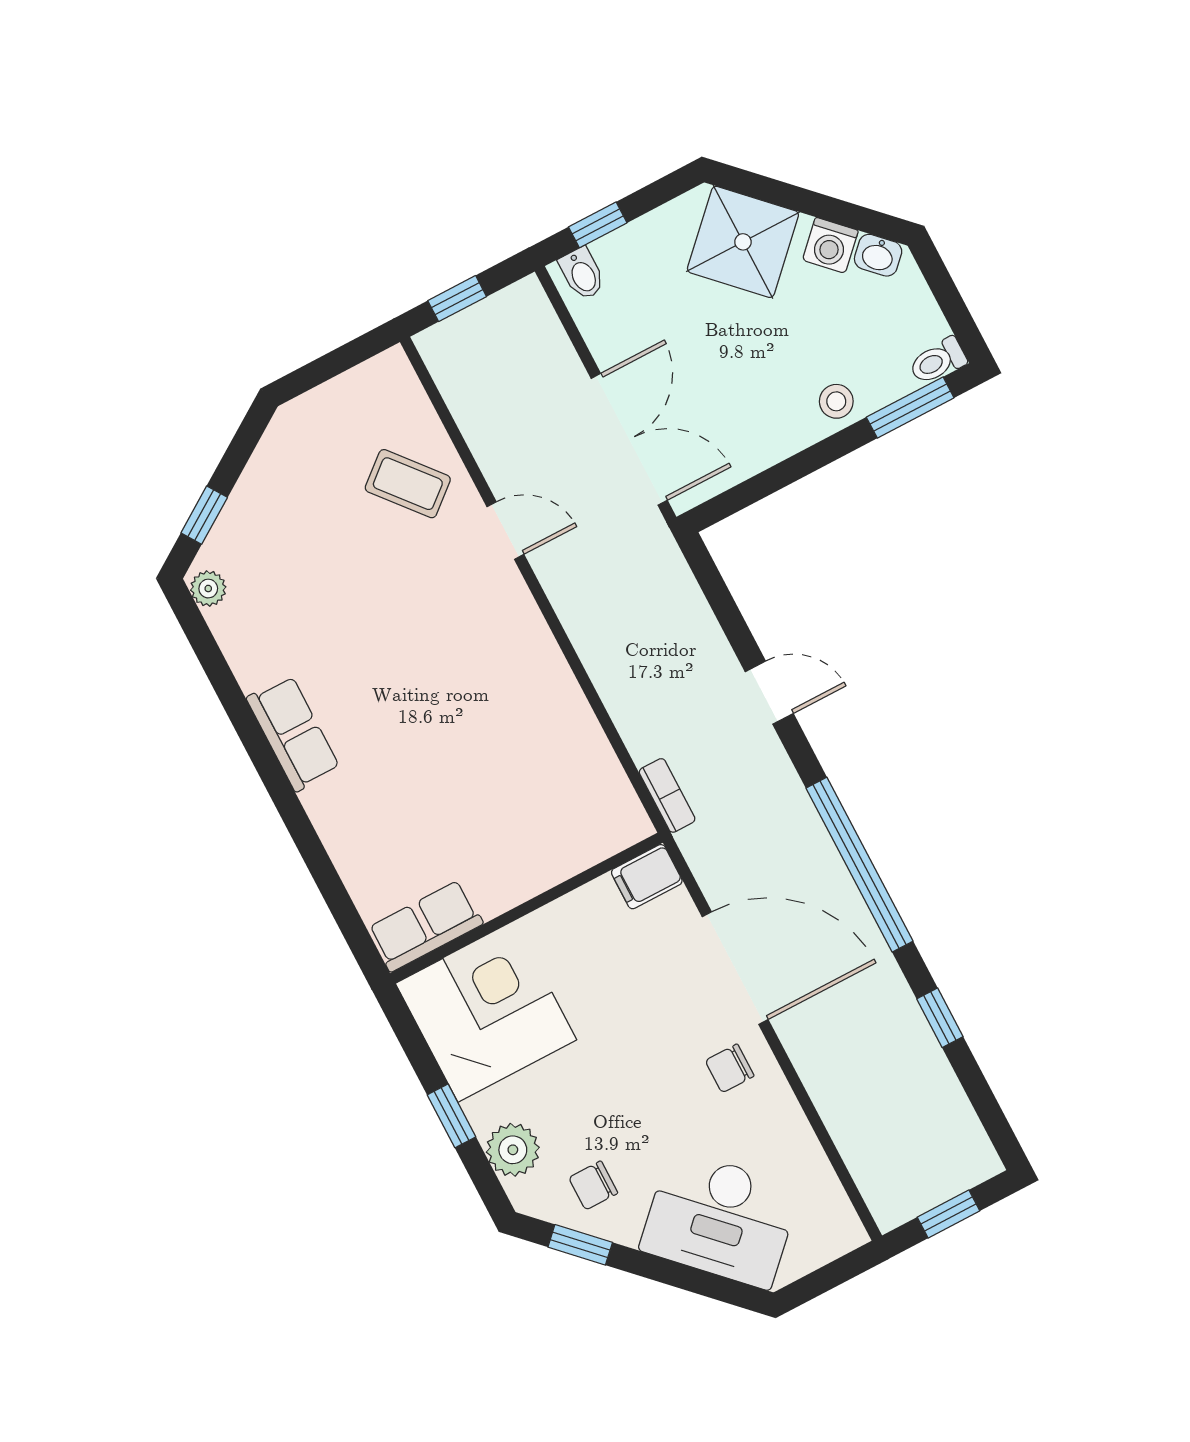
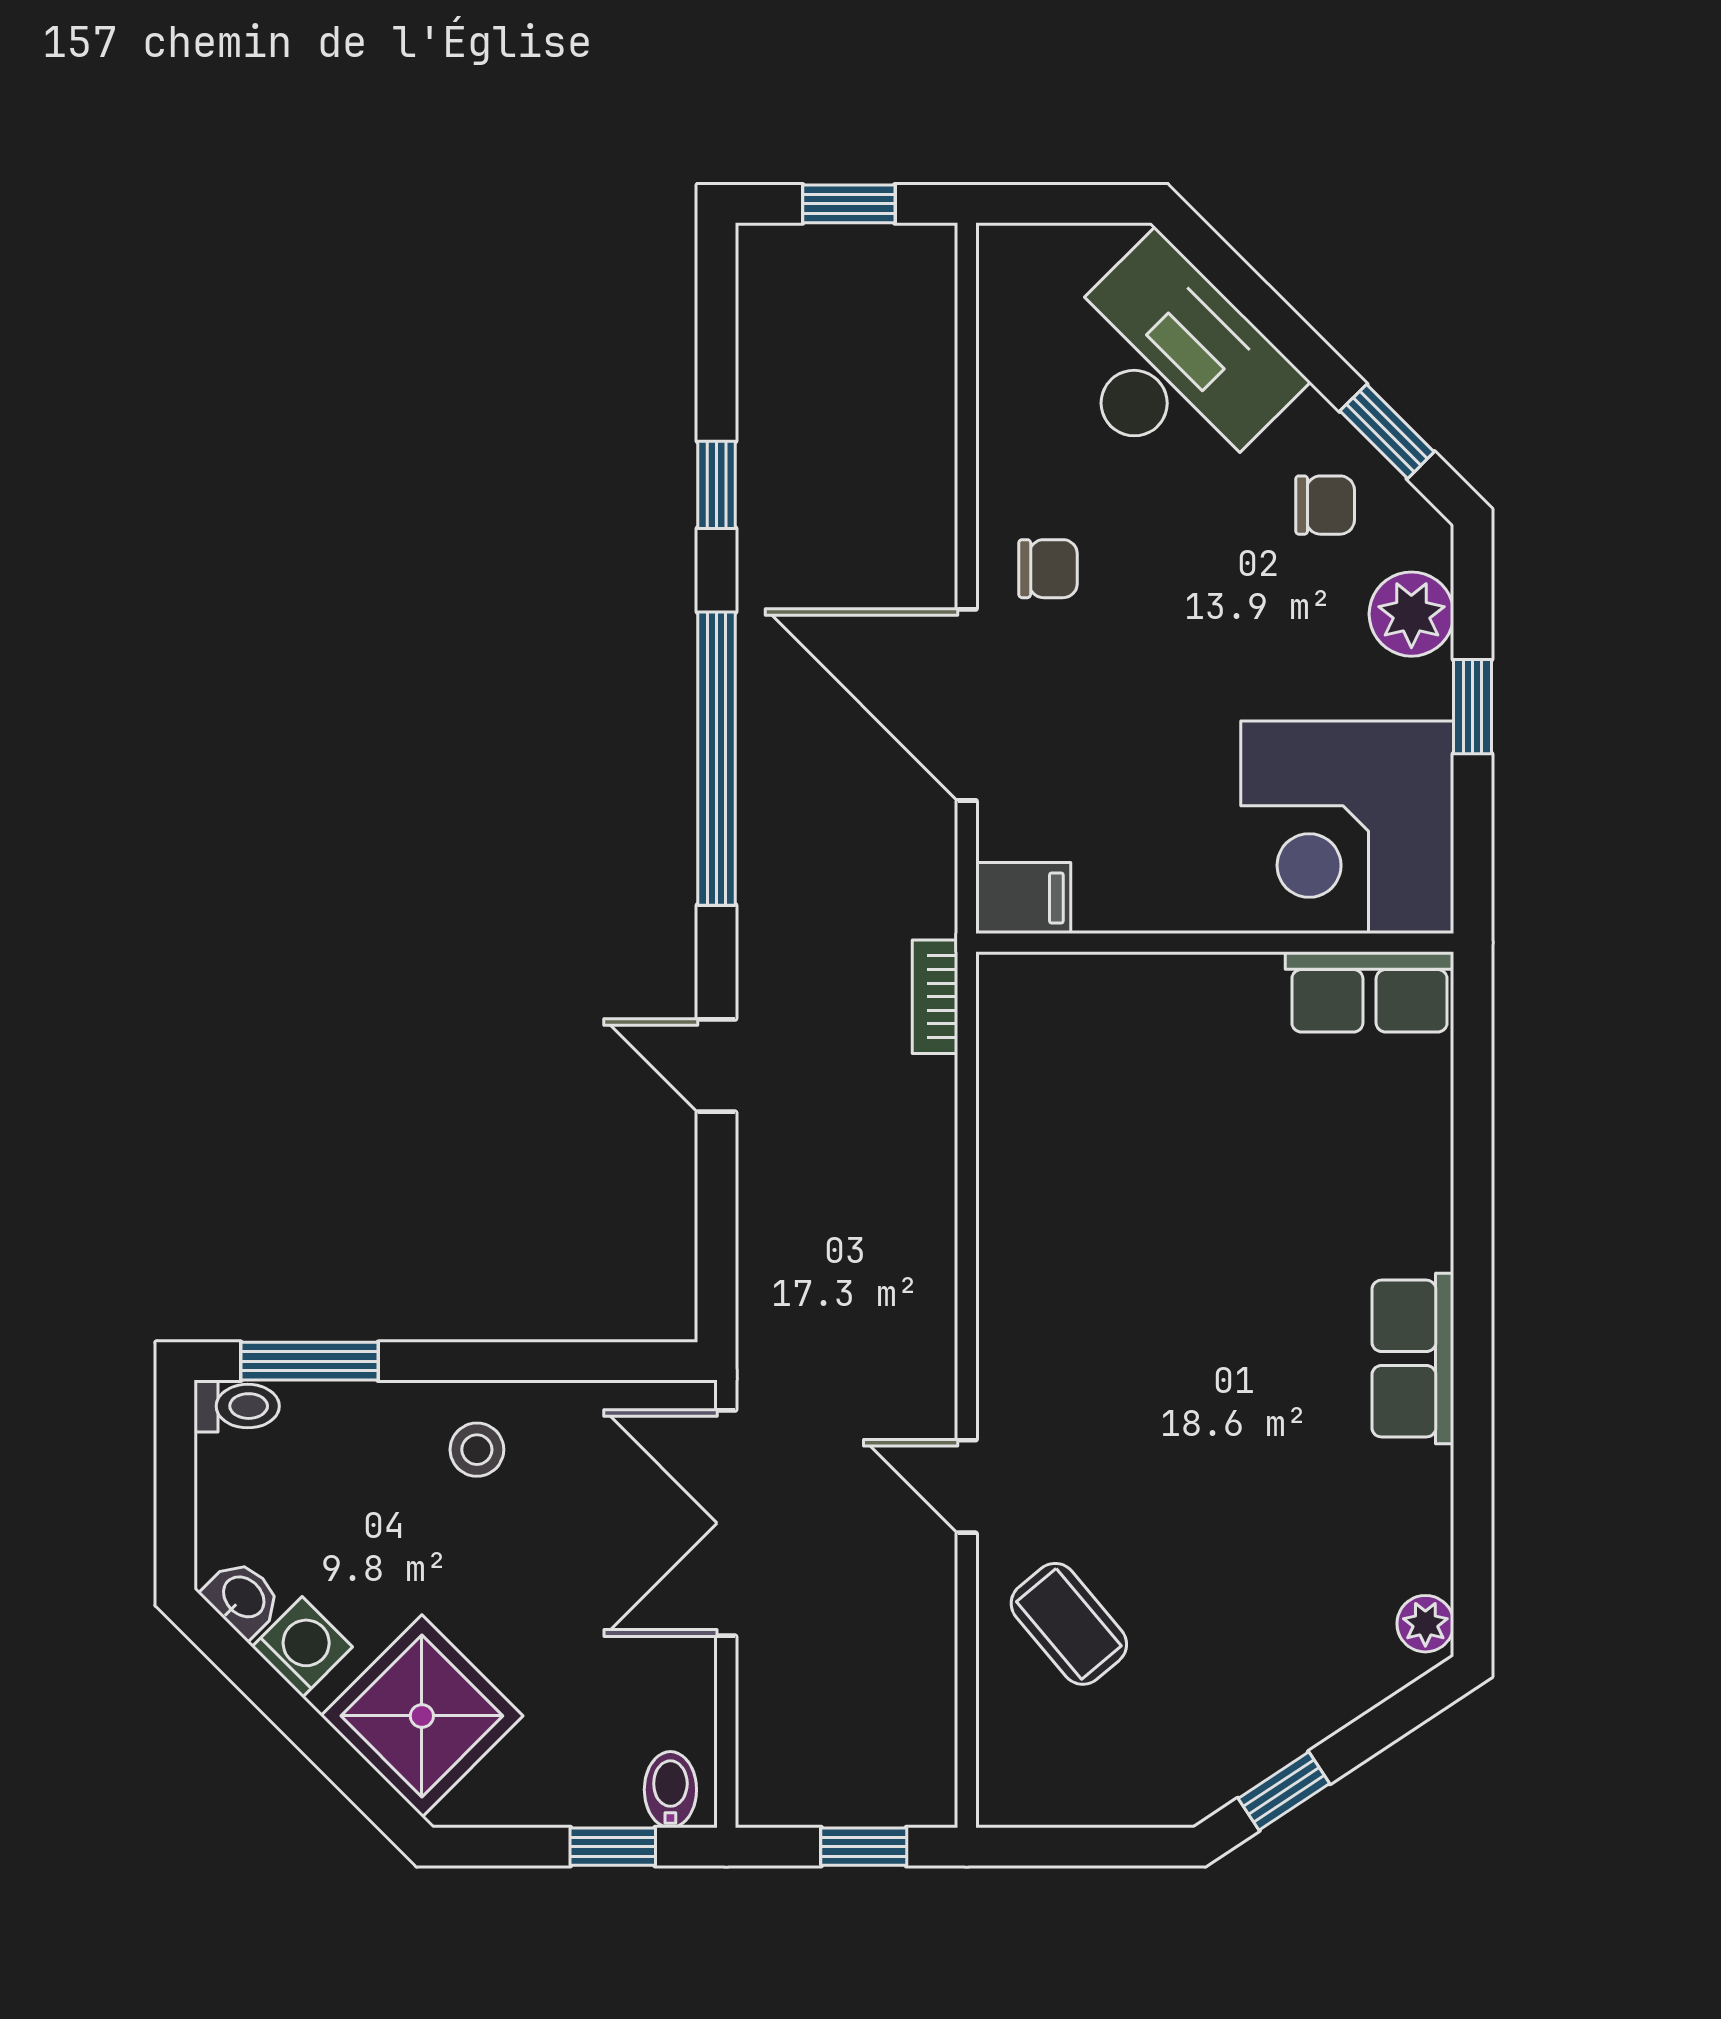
stool: (836, 401) -> (477, 1450), moved
window: (204, 515) -> (1284, 1791), moved

